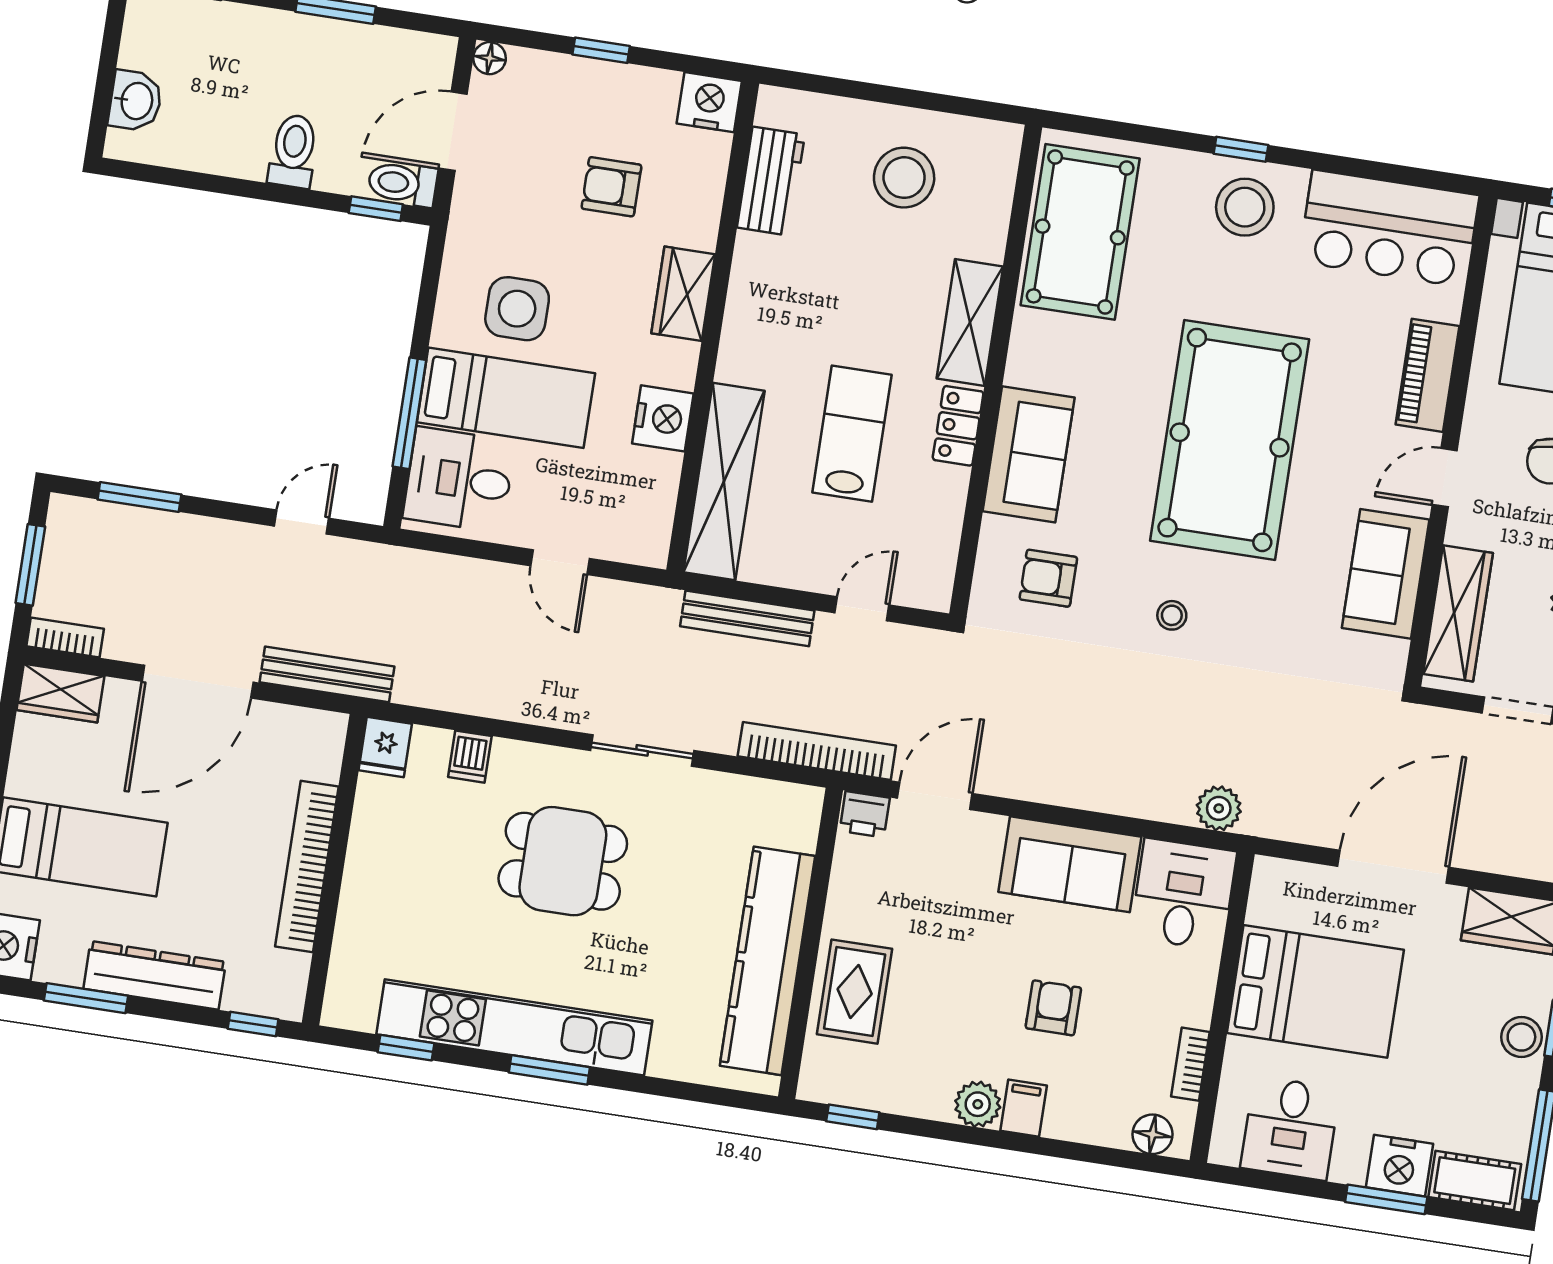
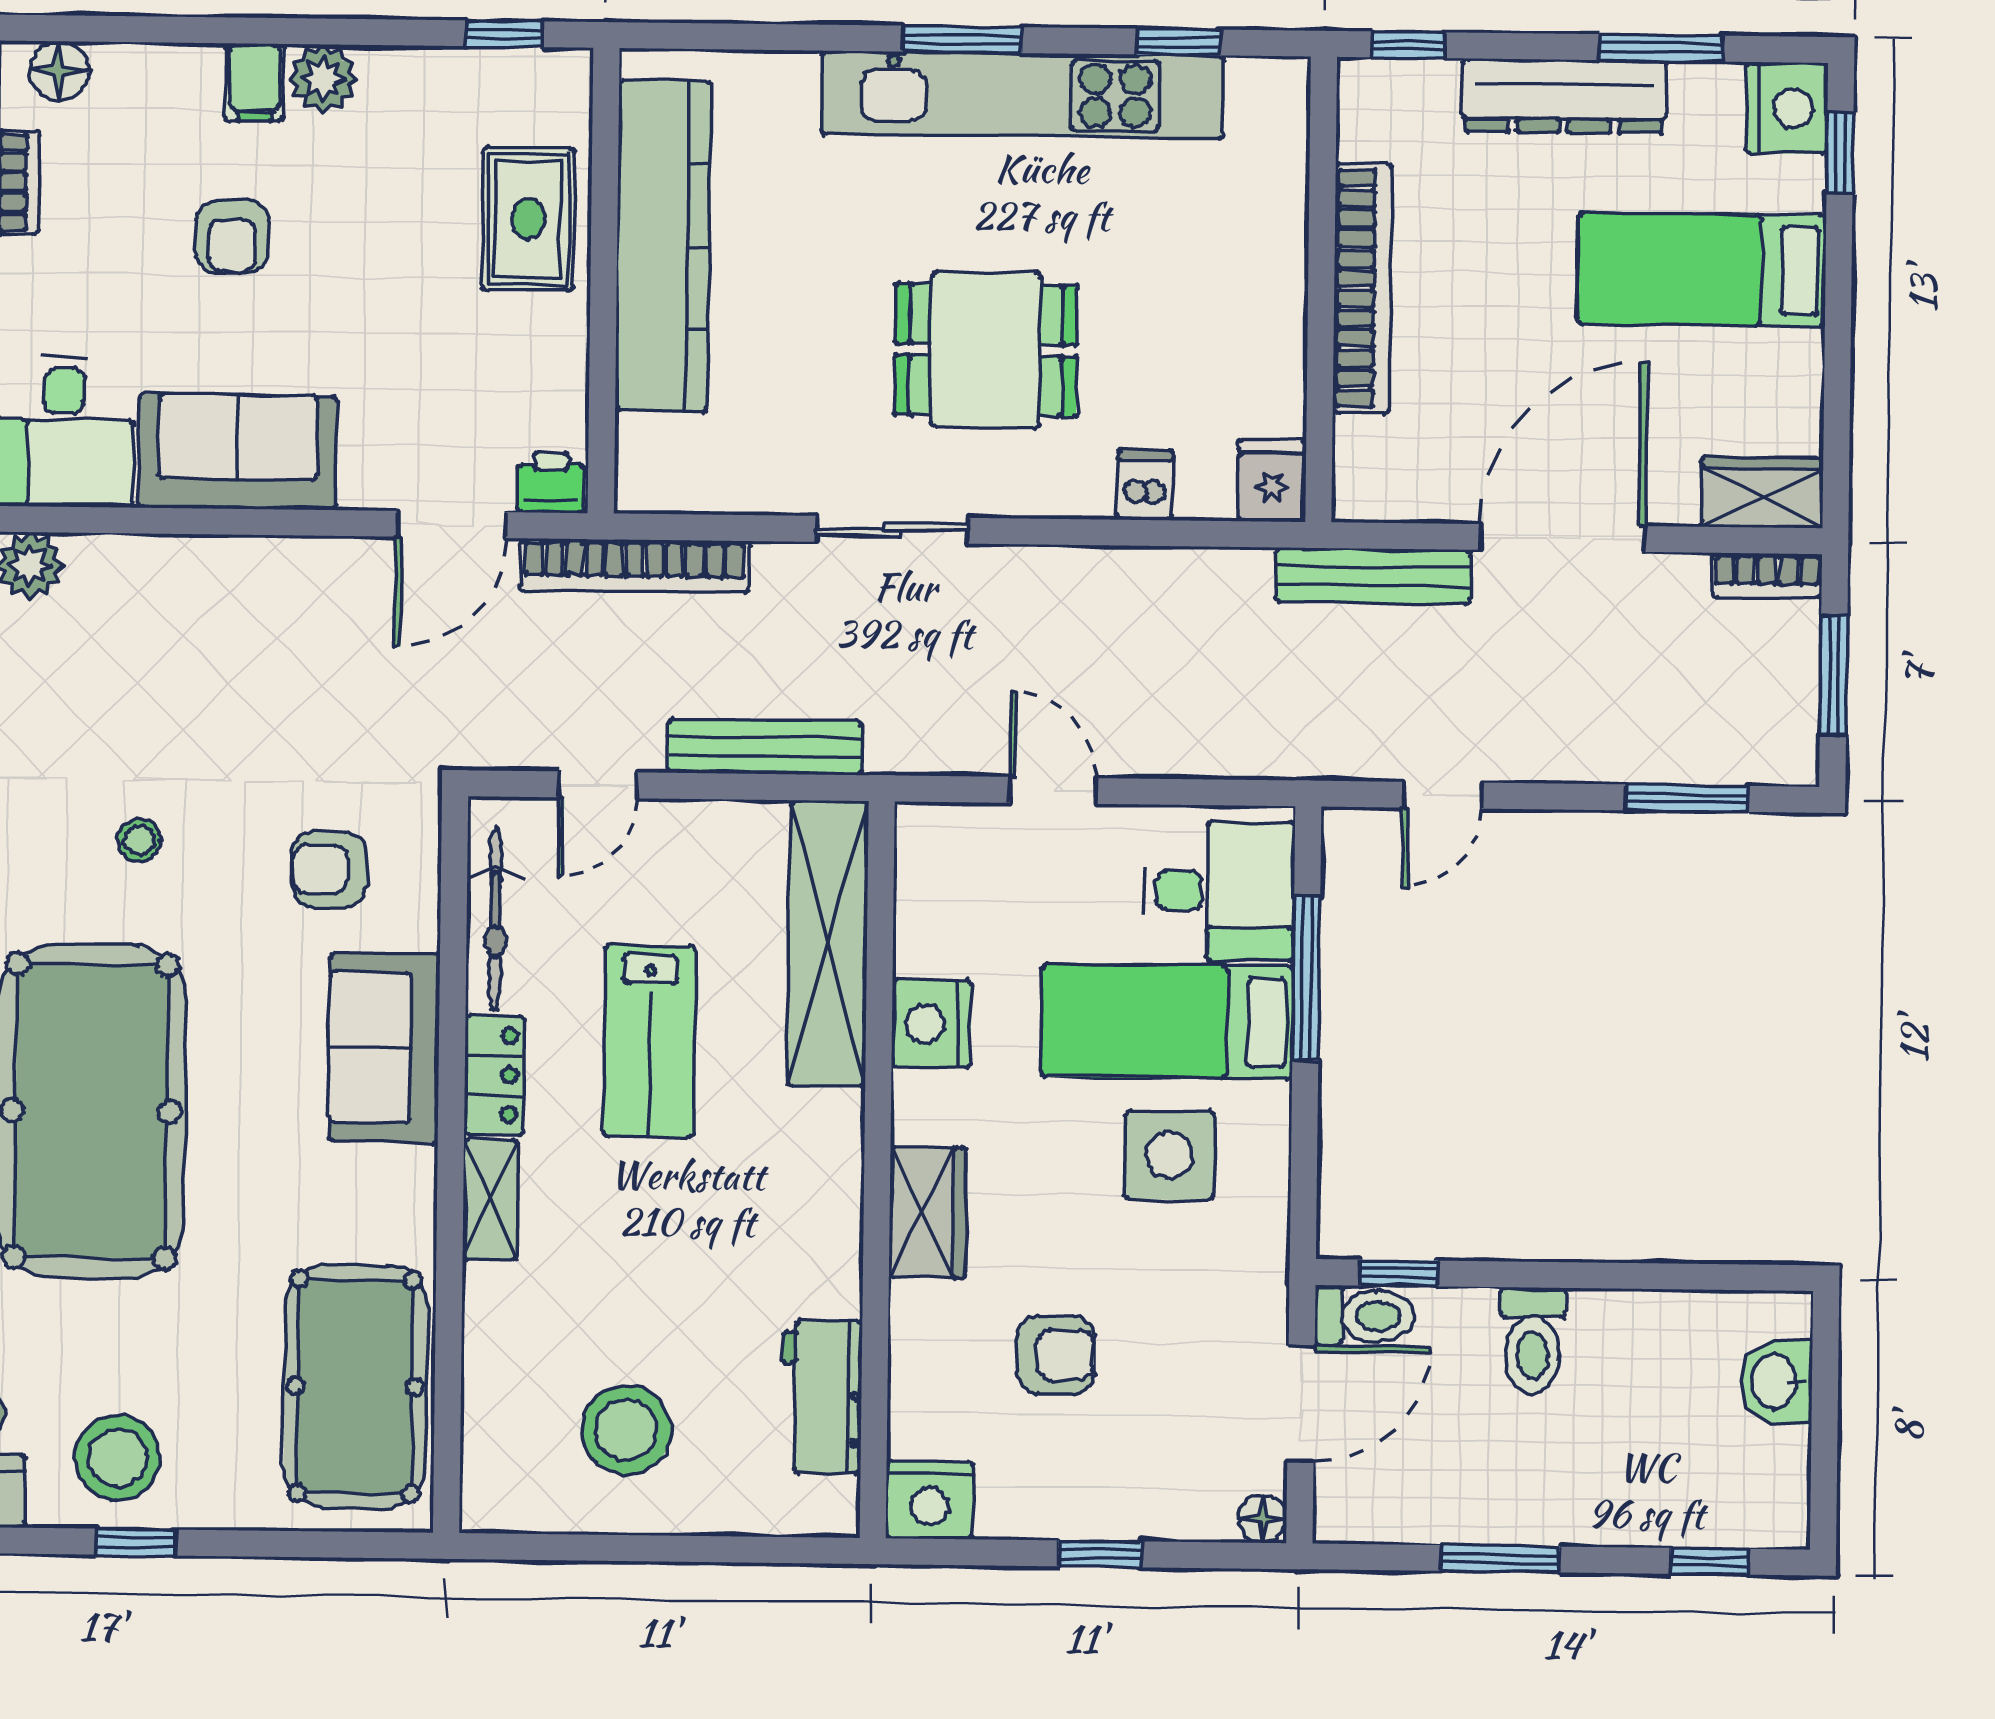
shelving: (970, 322) -> (490, 1200), width x0.67, depth x0.75
bicycle: (943, 529) -> (495, 919), added
armchair: (1048, 578) -> (329, 869), turned 180

